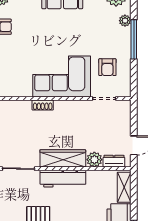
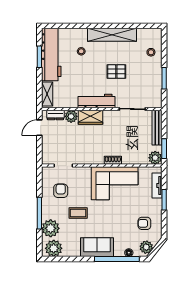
plant: (125, 21) -> (51, 228), width x1.88, depth x1.88
coffee table: (86, 40) -> (78, 213), added
corner sofa: (62, 77) -> (115, 183), moved
wardrobe: (63, 158) -> (91, 117), width x0.67

